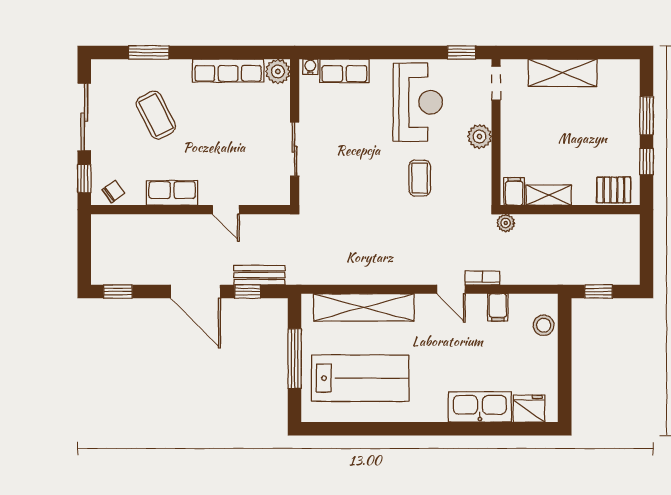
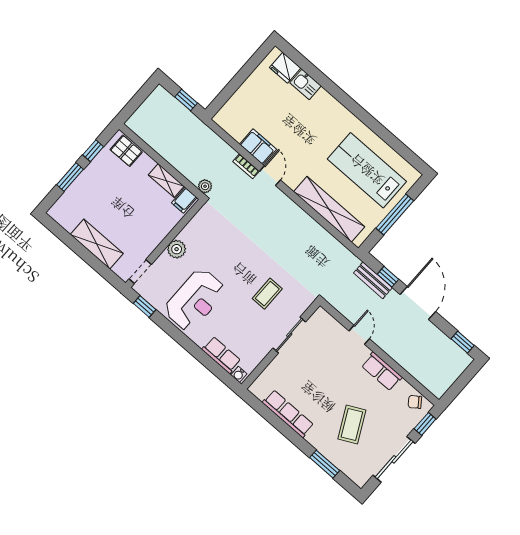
plant: (278, 71) -> (260, 388), removed
reception desk: (418, 102) -> (195, 300), turned 180
coffee table: (420, 178) -> (267, 294), moved
filing cabinet: (498, 307) -> (258, 147), width x2.00
stool: (544, 325) -> (235, 108), removed
kitchen sink: (480, 407) -> (306, 84), width x0.53, depth x0.81

